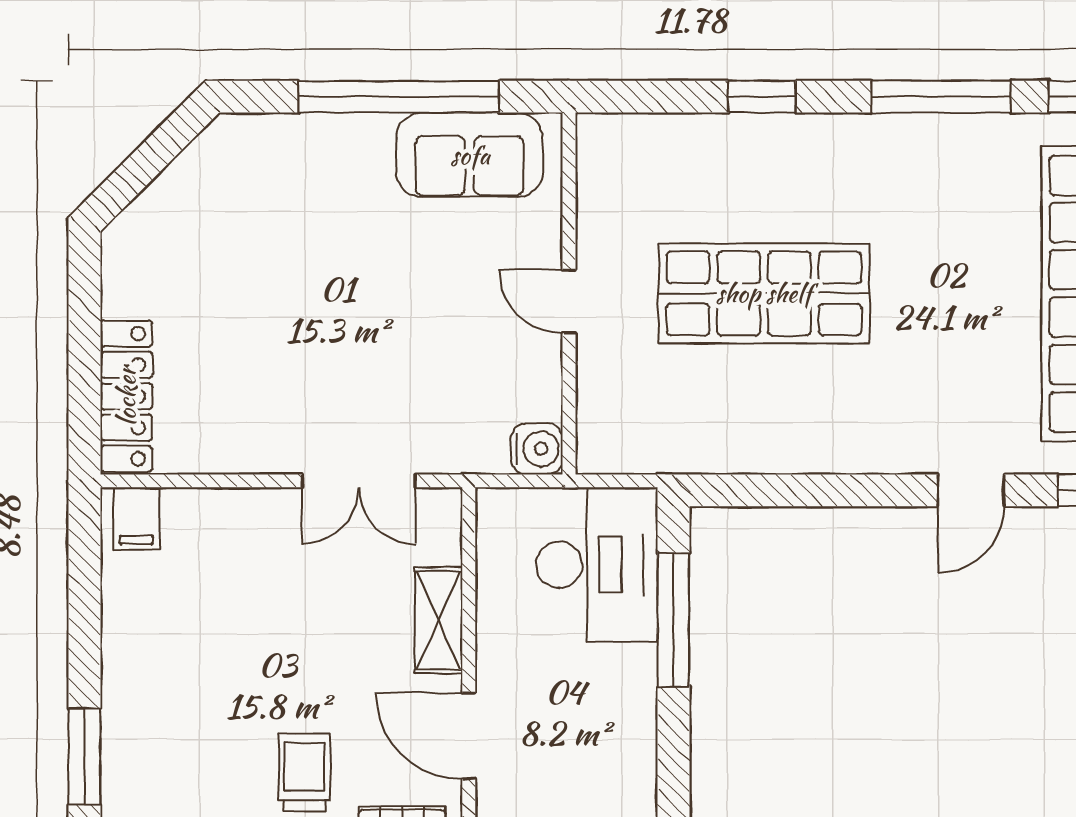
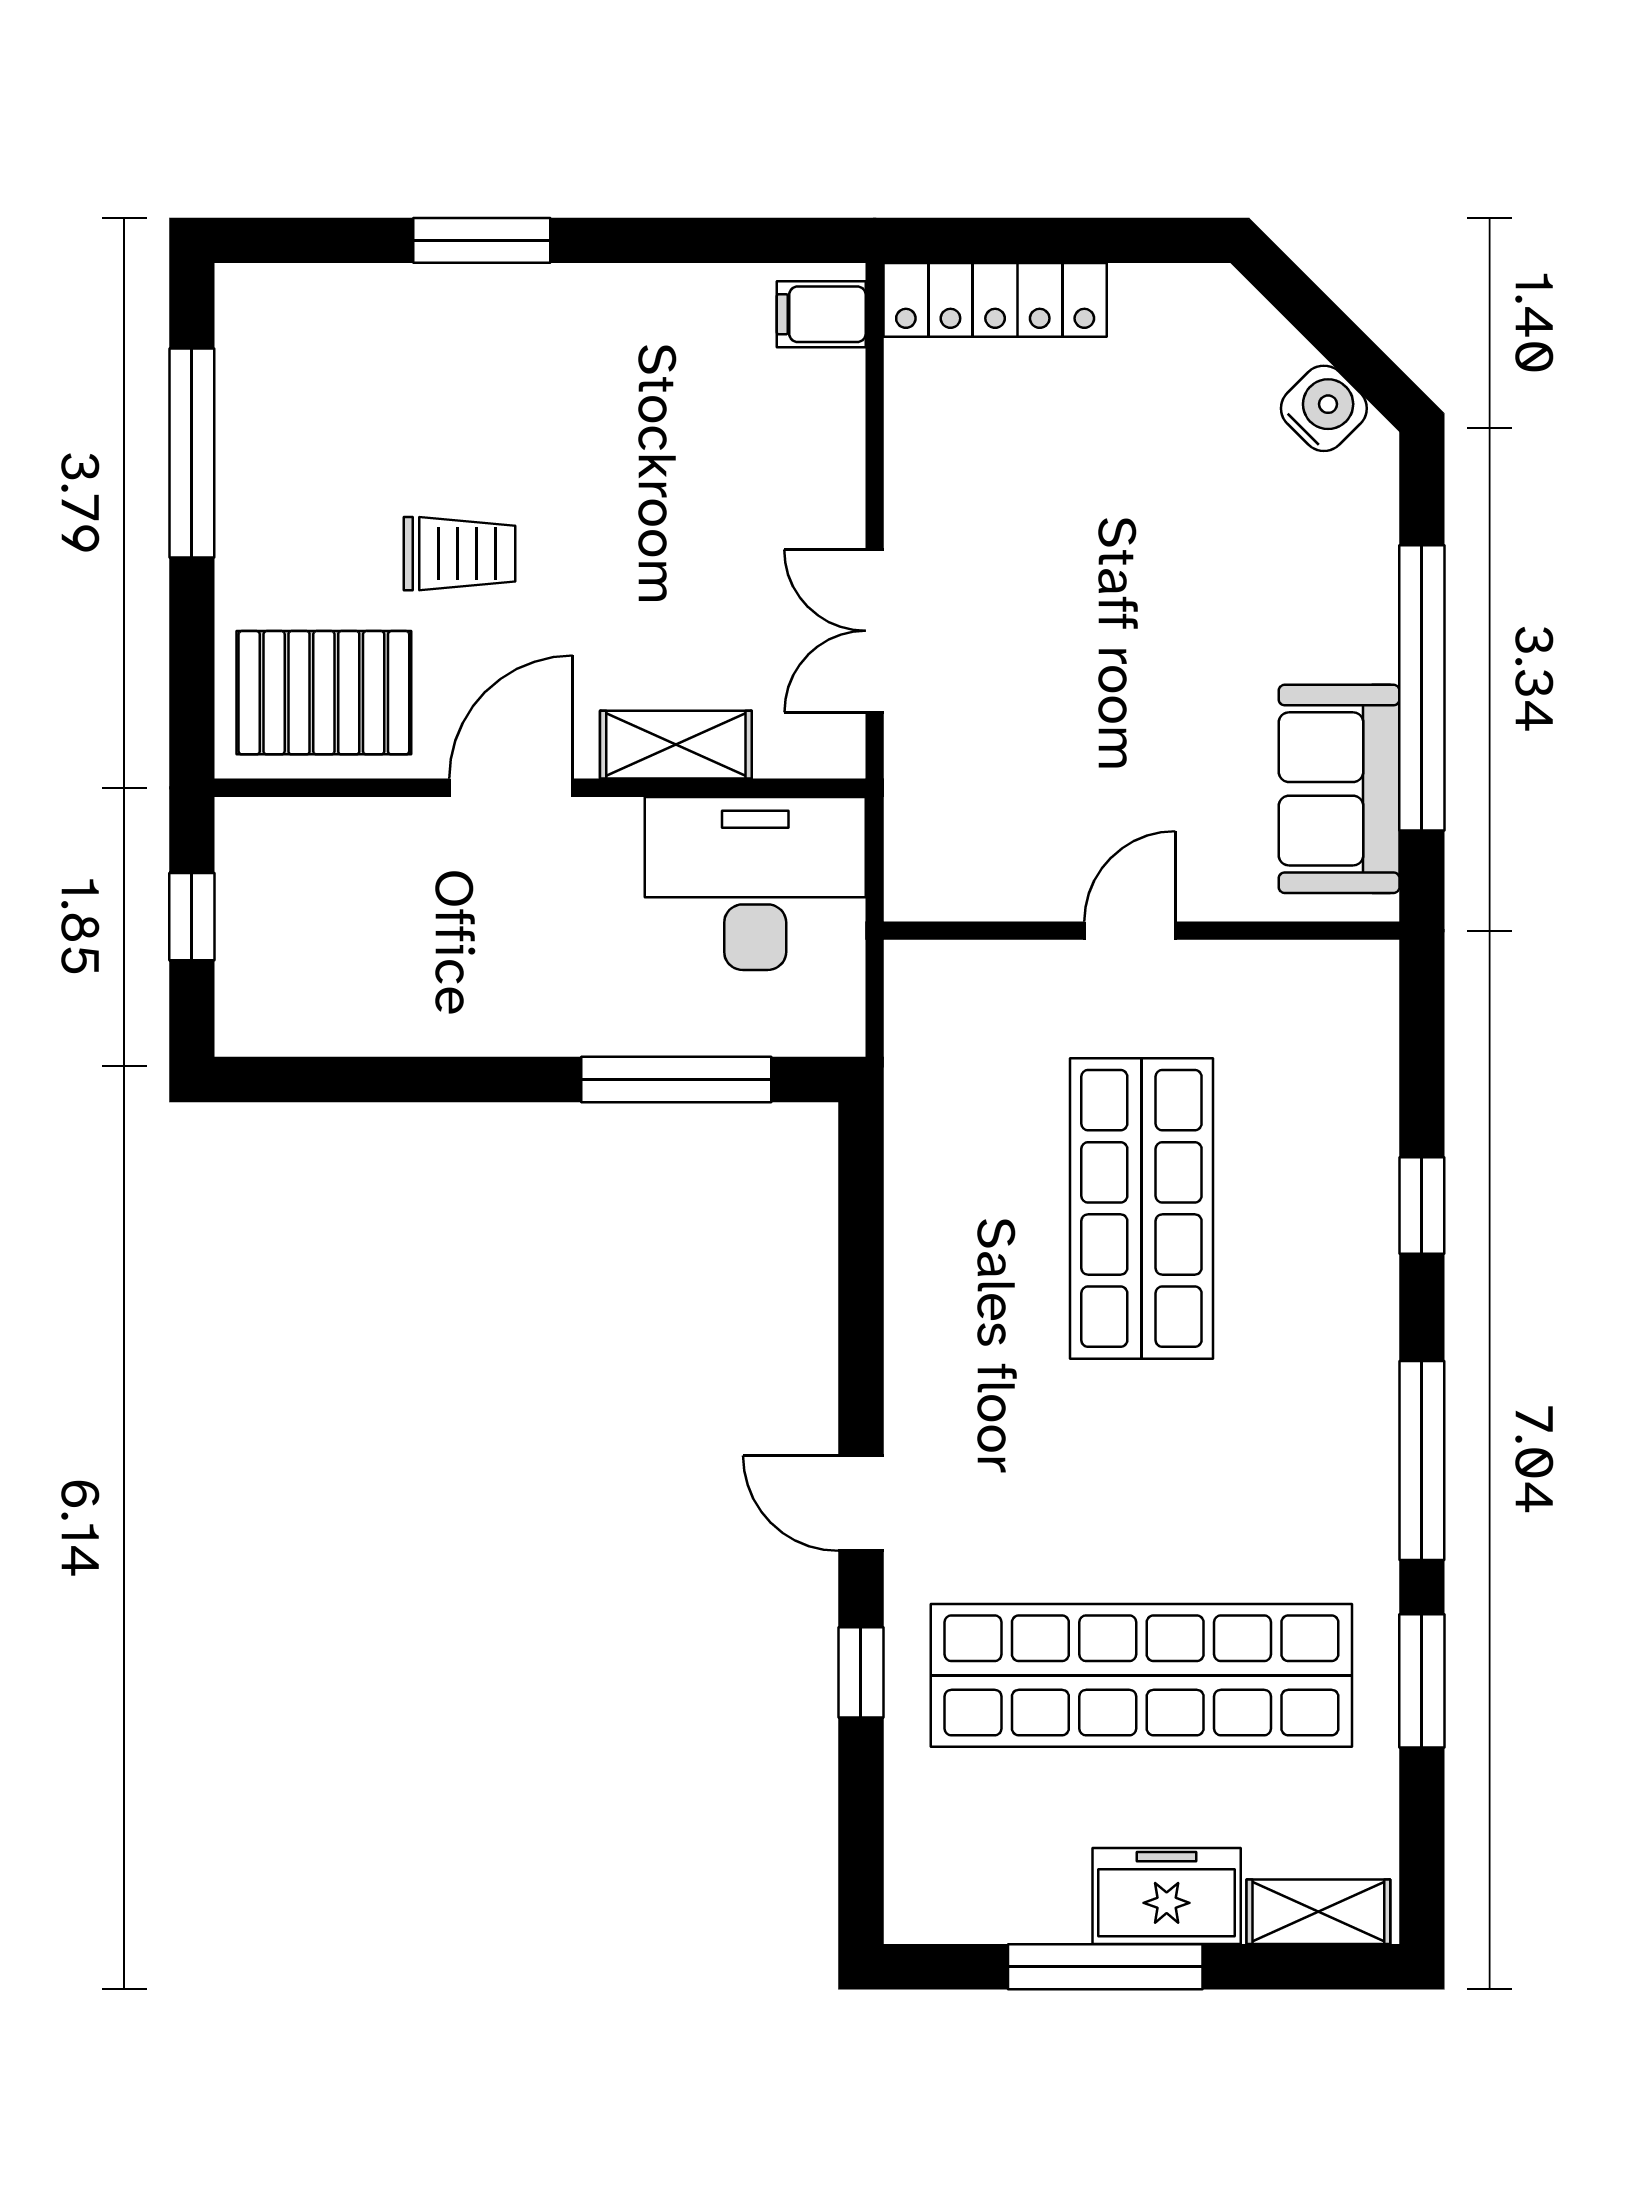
water cooler: (537, 449) -> (1324, 408), moved, turned -135
desk: (597, 565) -> (755, 883), moved, turned 180

